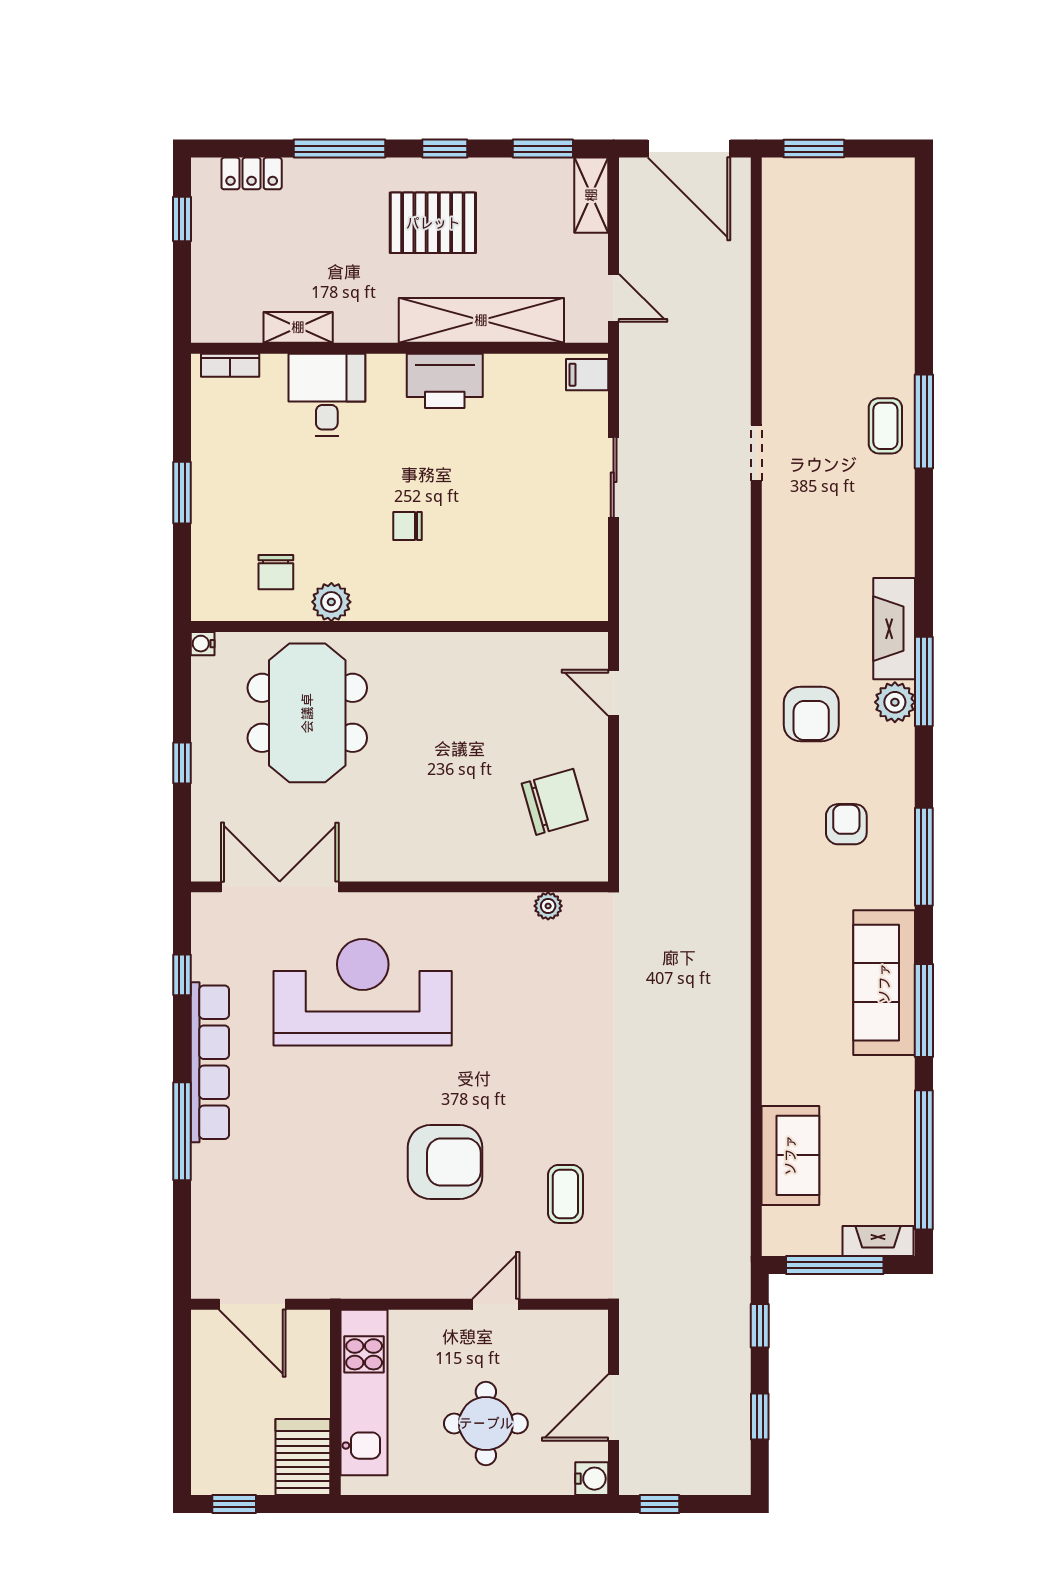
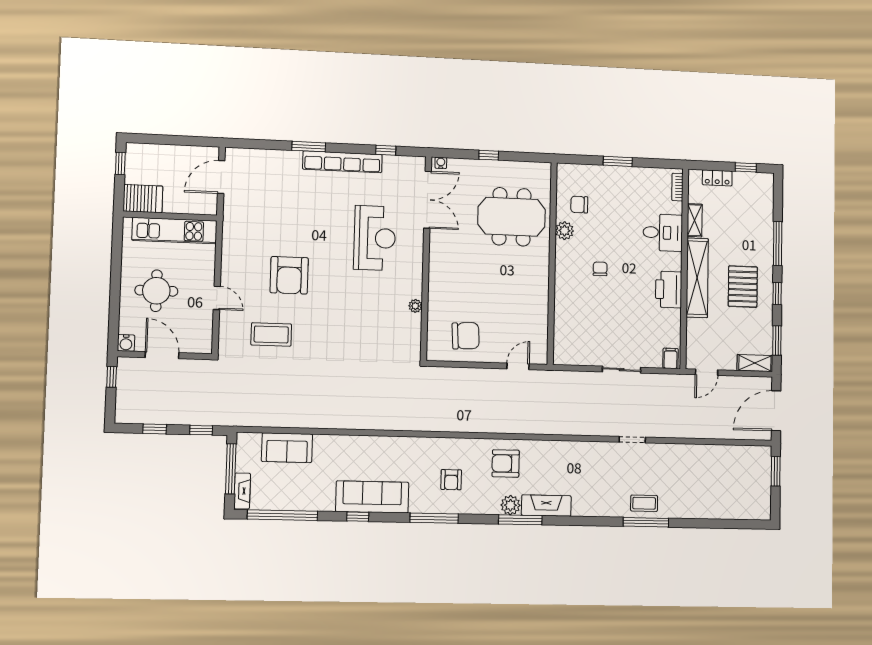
locker: (252, 173) -> (717, 178), moved, turned -90
shelving: (481, 320) -> (697, 278), moved
water cooler: (203, 644) -> (441, 163), moved
chair: (555, 802) -> (466, 336), turned -77
armchair: (846, 824) -> (451, 480), turned 90
plant: (548, 906) -> (415, 306), moved
reception desk: (363, 992) -> (375, 238), width x0.74, depth x0.77
window: (924, 1010) -> (358, 517), width x0.46
window: (182, 1131) -> (309, 147), width x0.69
coffee table: (565, 1194) -> (271, 334), width x1.36, depth x1.30

